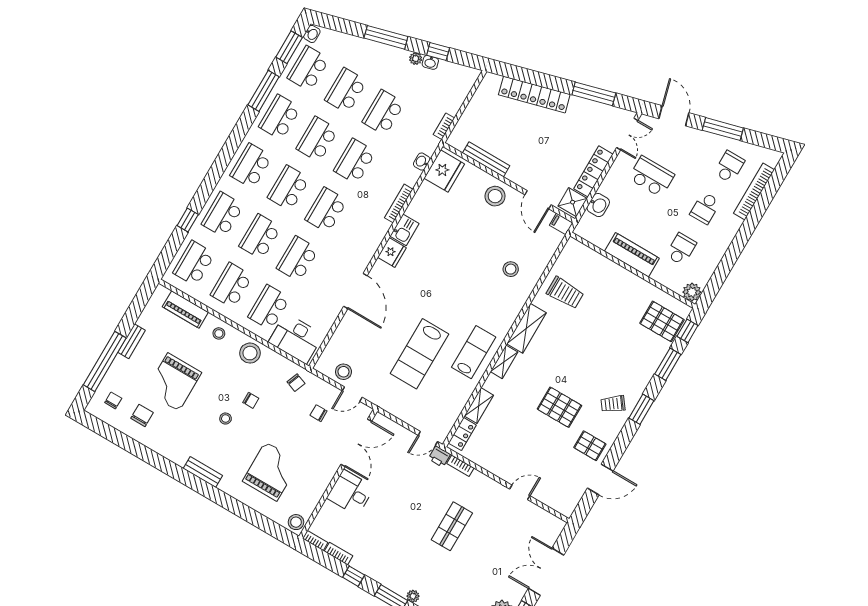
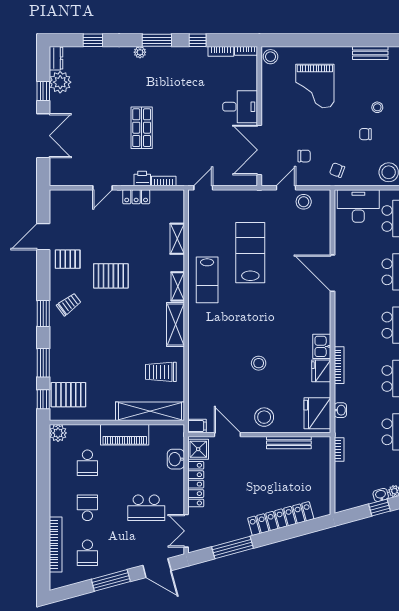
fridge: (392, 252) -> (321, 371), moved
shelving: (596, 263) -> (150, 411), added
stool: (511, 269) -> (259, 363), moved
locker: (462, 434) -> (136, 197), moved, turned -90
printer: (439, 457) -> (142, 178), moved

